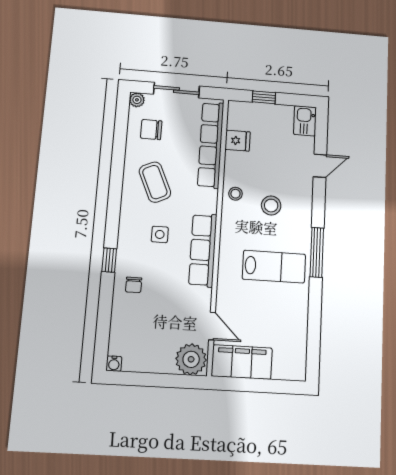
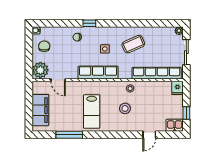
window: (264, 97) -> (186, 113), moved
chair: (151, 130) -> (44, 46), moved
fridge: (238, 141) -> (177, 88), moved
door: (320, 166) -> (149, 135), hinge flipped
window: (317, 252) -> (69, 135), moved
door: (212, 326) -> (58, 80), hinge flipped
filing cabinet: (242, 362) -> (40, 110), moved

